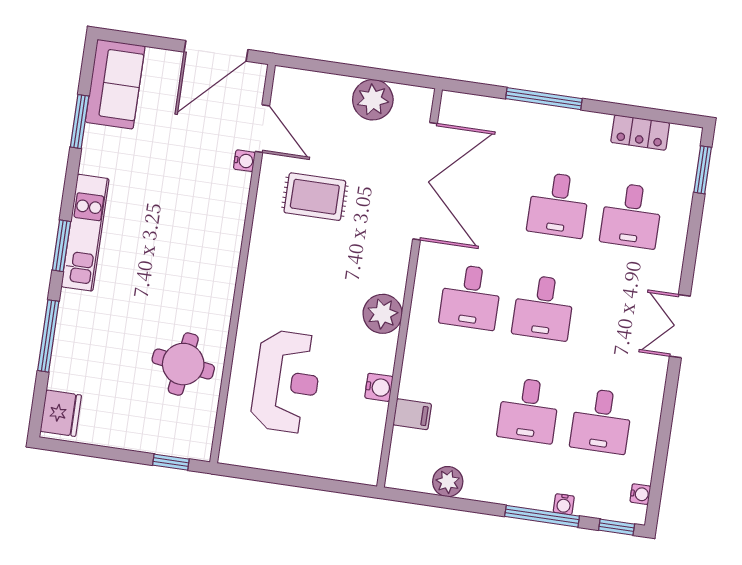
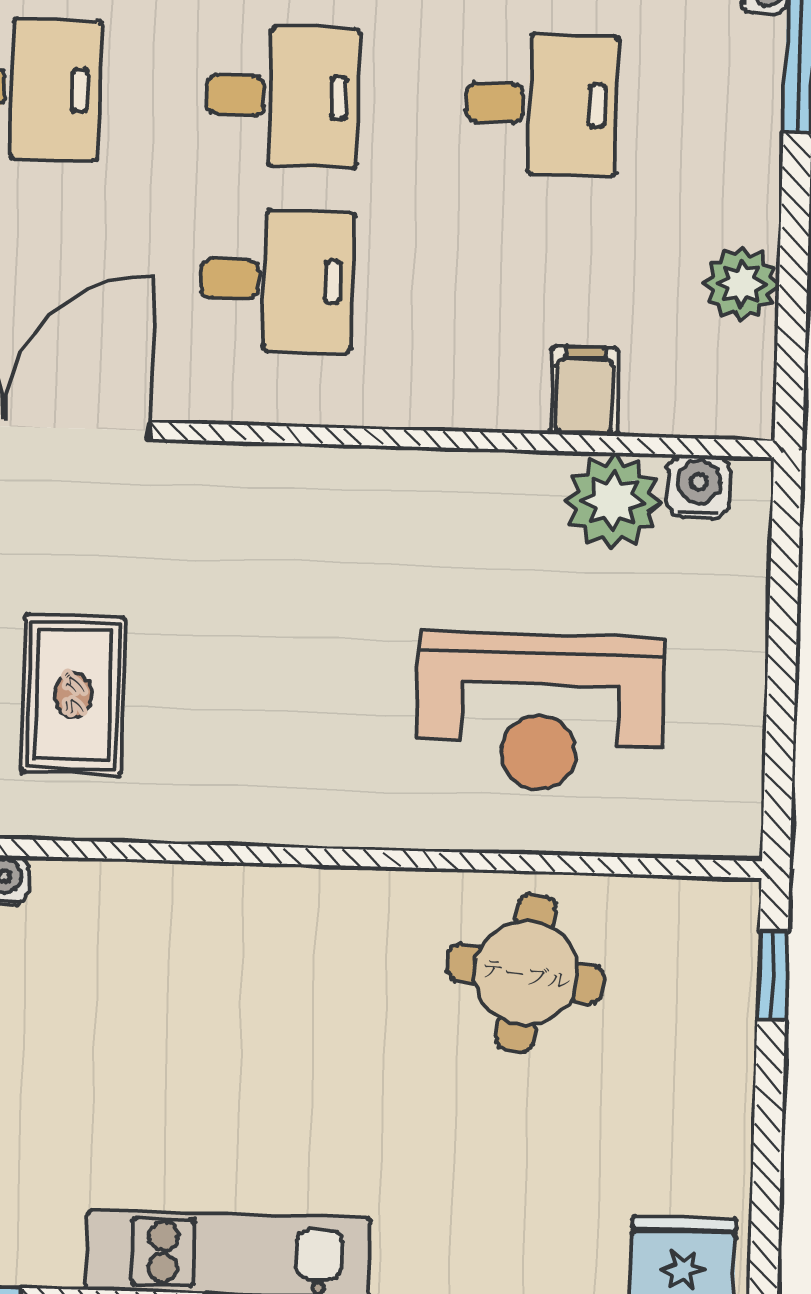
plant: (383, 314) -> (613, 501), moved
reception desk: (286, 382) -> (540, 712), turned 180
water cooler: (379, 387) -> (699, 487), moved

